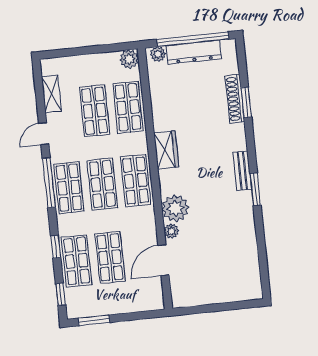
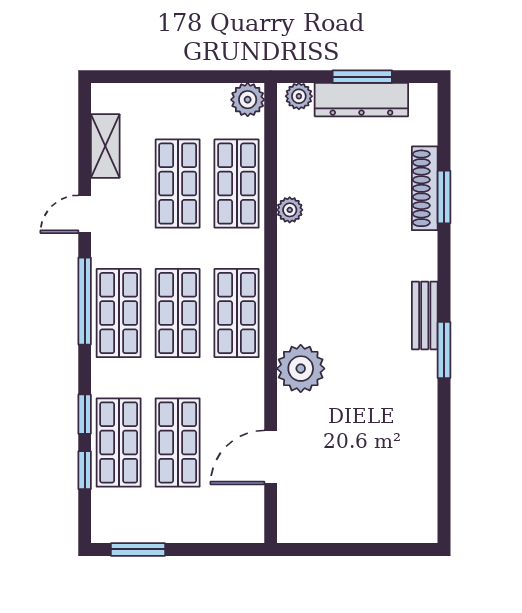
window: (193, 39) -> (362, 77), width x0.47
wardrobe: (166, 150) -> (296, 265), removed
plant: (171, 231) -> (290, 210), moved
window: (61, 294) -> (85, 470), moved

